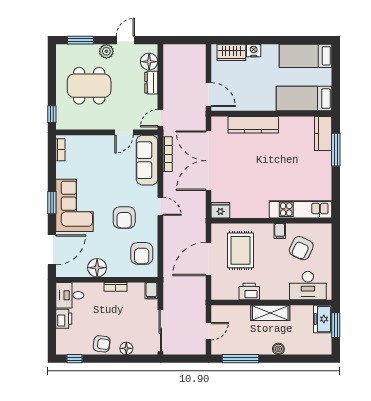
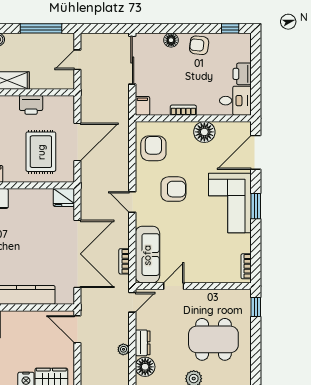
plant: (168, 77) -> (123, 349), added
bookcase: (168, 154) -> (124, 261), width x0.64
armchair: (124, 218) -> (173, 189), turned 90

